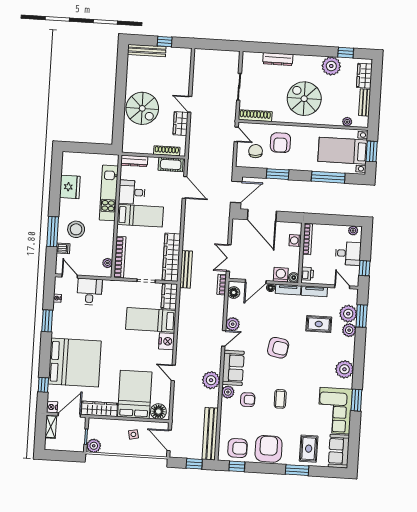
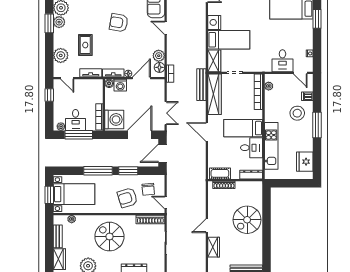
spiral stairs: (304, 99) -> (109, 237), turned 180
door: (190, 104) -> (207, 226), swing flipped
spiral stairs: (142, 108) -> (247, 220), turned -90
wardrobe: (181, 124) -> (214, 247), moved
armchair: (280, 143) -> (127, 198), turned -107
window: (328, 177) -> (98, 171), moved
fridge: (70, 187) -> (305, 162), moved
door: (185, 187) -> (207, 132), moved
door: (262, 215) -> (140, 135), hinge flipped
window: (333, 220) -> (79, 135), added
window: (53, 232) -> (317, 125), moved
washing machine: (295, 240) -> (114, 119), width x1.89, depth x1.89
desk: (348, 253) -> (76, 120), moved, turned -90
double door: (229, 258) -> (166, 113), moved
printer: (307, 274) -> (98, 87), removed
window: (362, 316) -> (49, 23), moved
window: (47, 321) -> (317, 19), moved
plant: (233, 324) -> (159, 56), moved
rug: (319, 324) -> (85, 45), turned 90
plant: (349, 330) -> (59, 22), moved
door: (224, 338) -> (166, 28), hinge flipped

